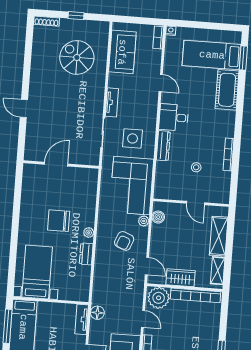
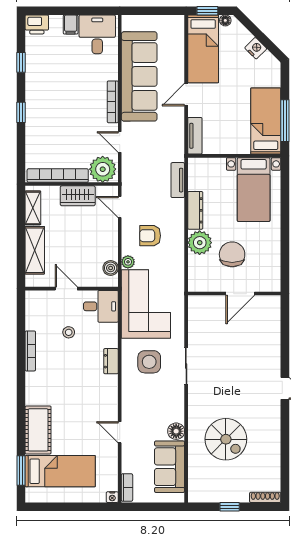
spiral stairs: (77, 57) -> (226, 439), moved
tv unit: (112, 102) -> (178, 180), moved
desk: (174, 117) -> (101, 306), moved
dresser: (163, 146) -> (111, 361), width x0.70
door: (56, 164) -> (240, 294), moved
wall: (61, 164) -> (234, 294), moved
chair: (59, 221) -> (232, 254), turned -90
plant: (89, 233) -> (200, 243), width x1.88, depth x1.88
armchair: (124, 241) -> (150, 236), turned -111
dresser: (86, 254) -> (195, 210), width x1.44
floor lamp: (97, 313) -> (176, 431), moved

